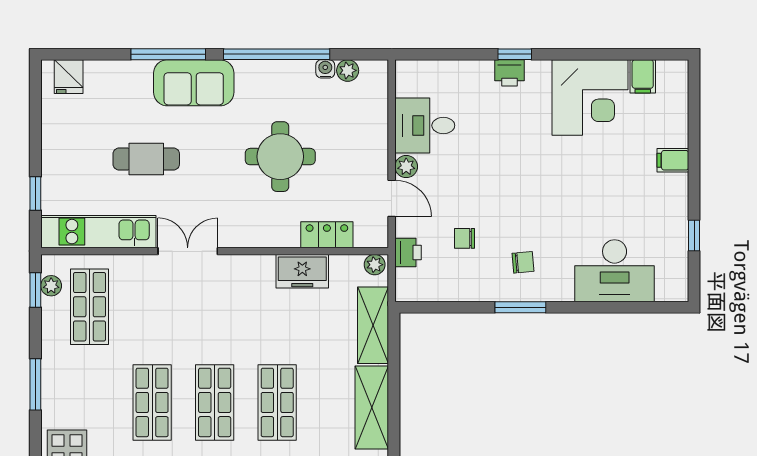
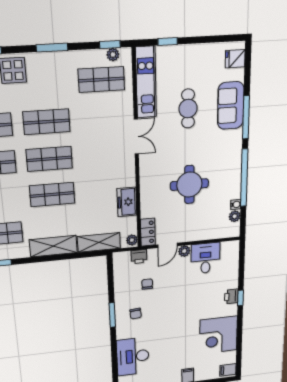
filing cabinet: (643, 76) -> (228, 370), moved
sofa: (194, 83) -> (231, 106), moved
locker: (327, 235) -> (148, 232), moved

